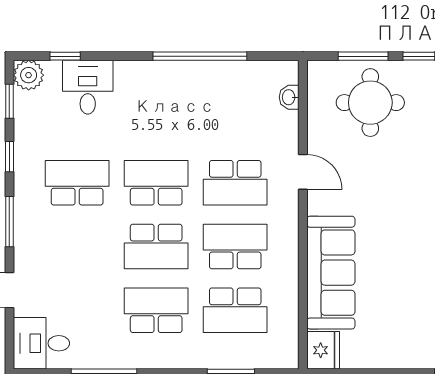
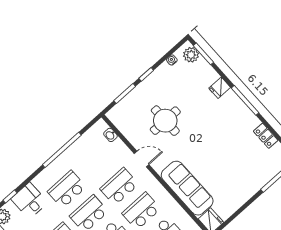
round table: (370, 103) -> (165, 121), moved
school desk: (156, 119) -> (67, 189), added
school desk: (235, 183) -> (119, 187), turned 180

